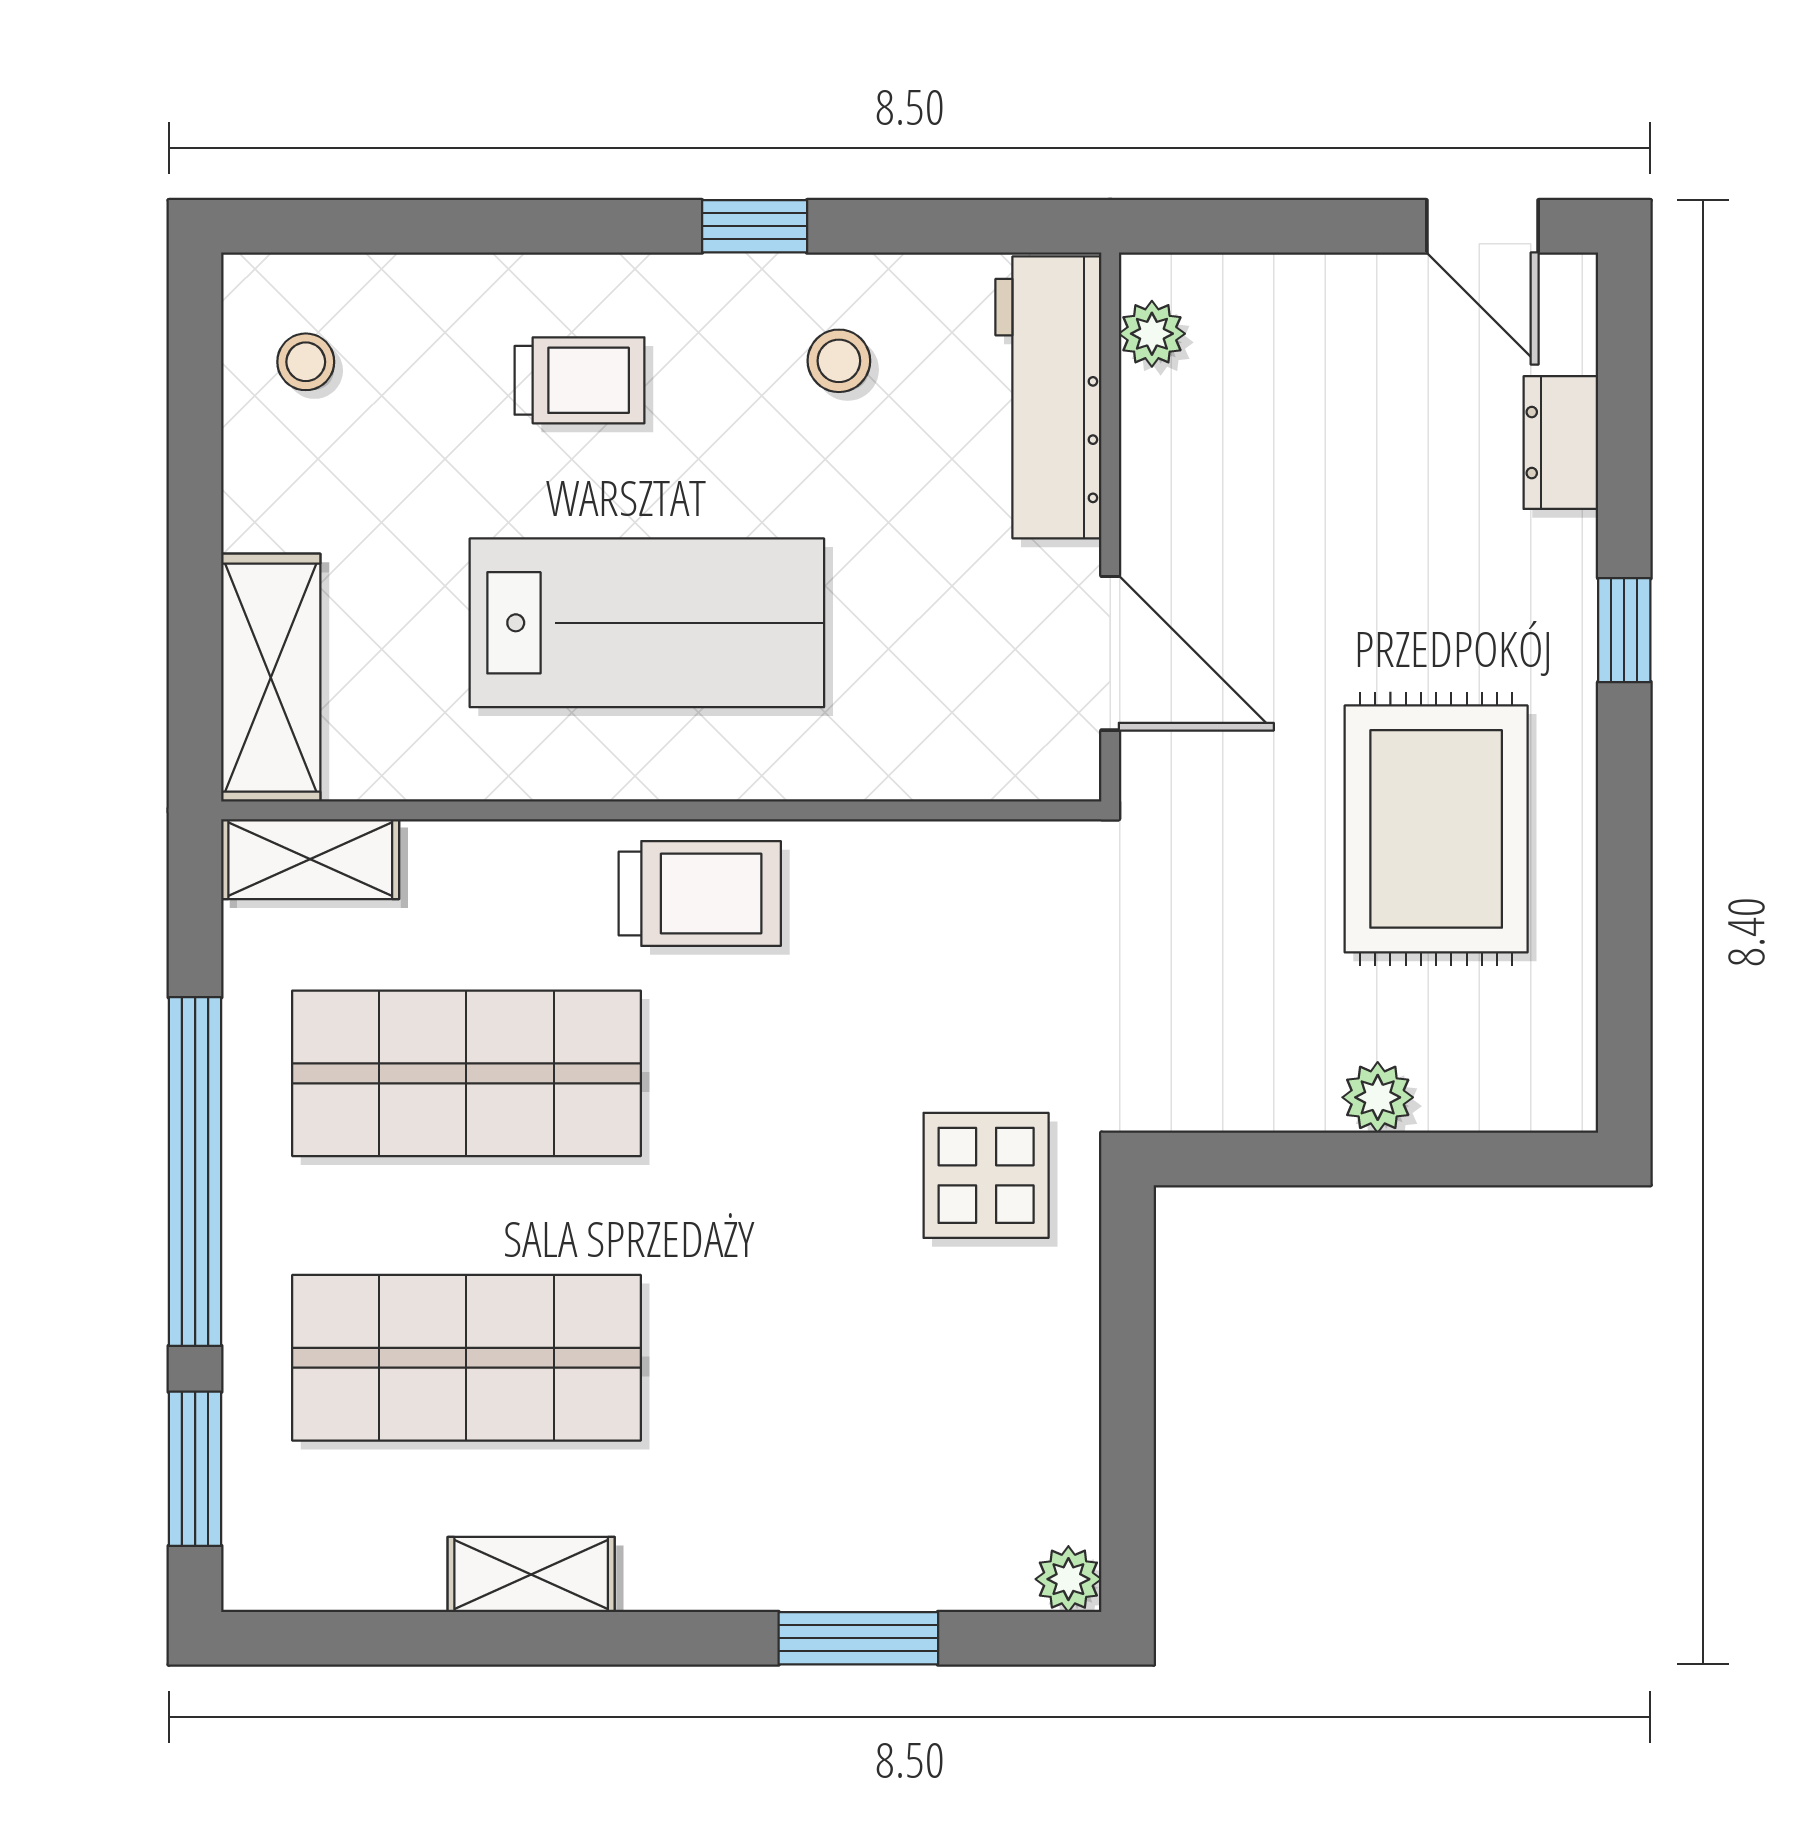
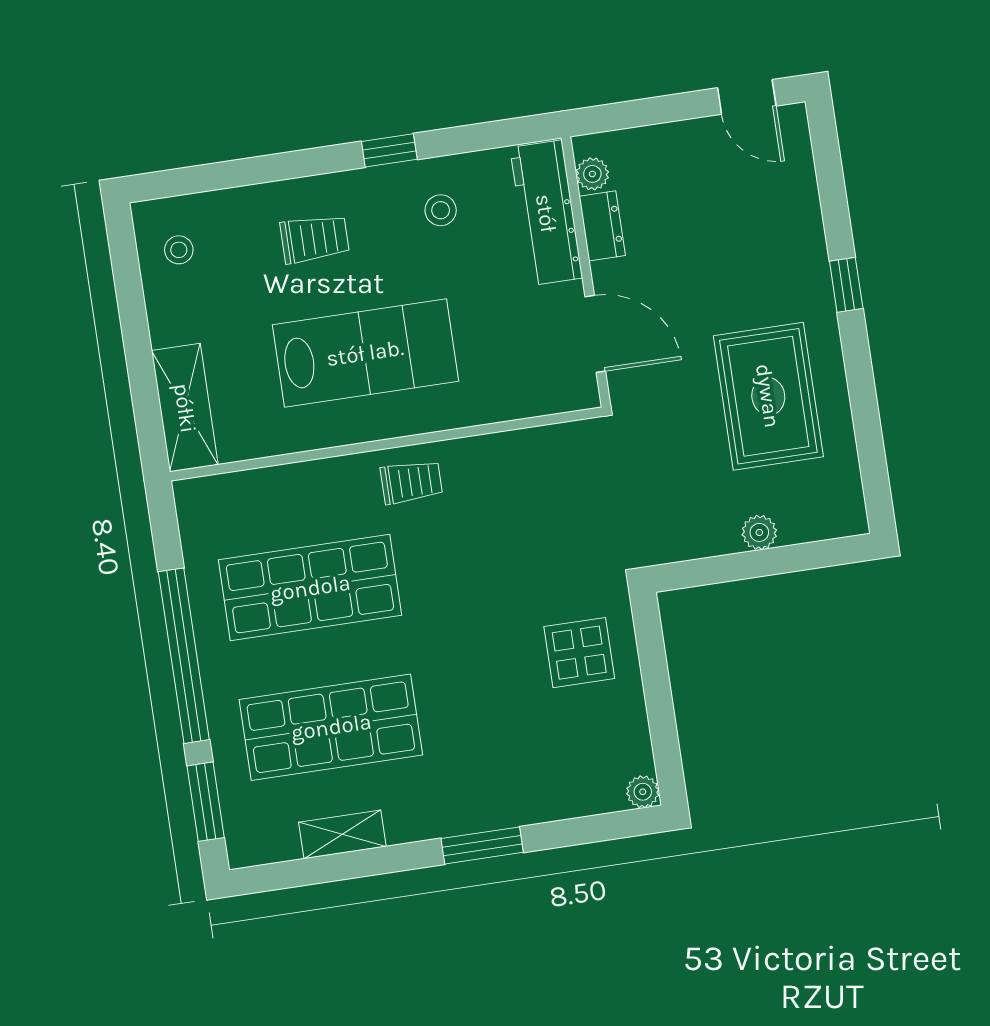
dresser: (1561, 443) -> (602, 226), moved, turned 180
shelving: (310, 859) -> (217, 494), removed
trolley: (700, 893) -> (411, 482), width x0.73, depth x0.72
display table: (986, 1175) -> (579, 653), moved
shelving: (531, 1575) -> (342, 834), moved
window: (858, 1638) -> (482, 845), moved

